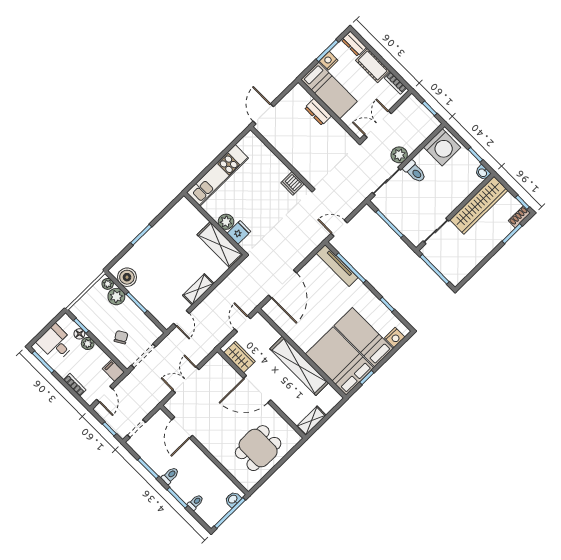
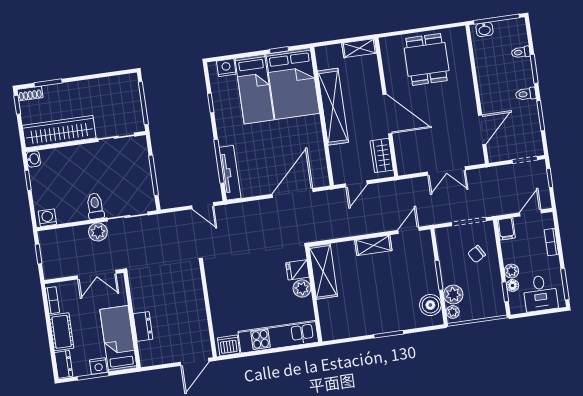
washing machine: (442, 147) -> (47, 218), width x0.53, depth x0.53
dishwasher: (292, 183) -> (229, 345), moved, turned -90
dining table: (258, 448) -> (427, 59), turned 90

